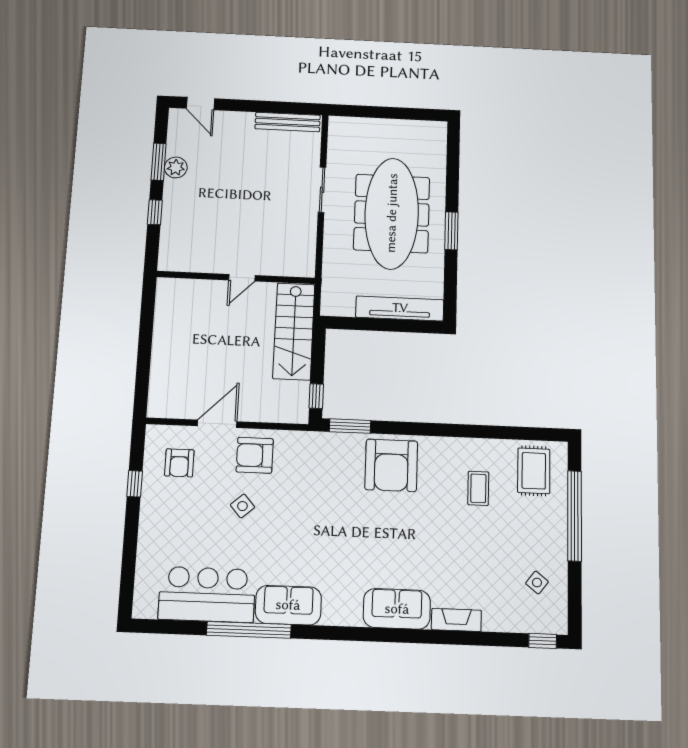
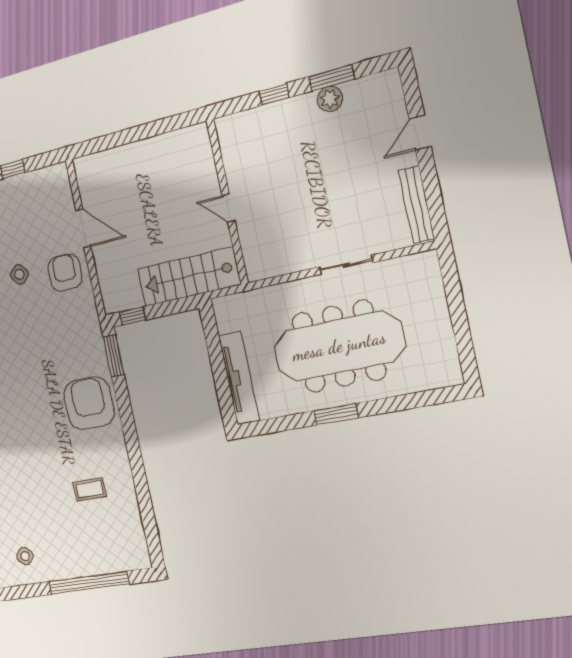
door: (200, 103) -> (420, 133), moved
armchair: (179, 463) -> (41, 204), removed
armchair: (391, 465) -> (89, 403), turned 90
rug: (534, 471) -> (118, 539), removed

